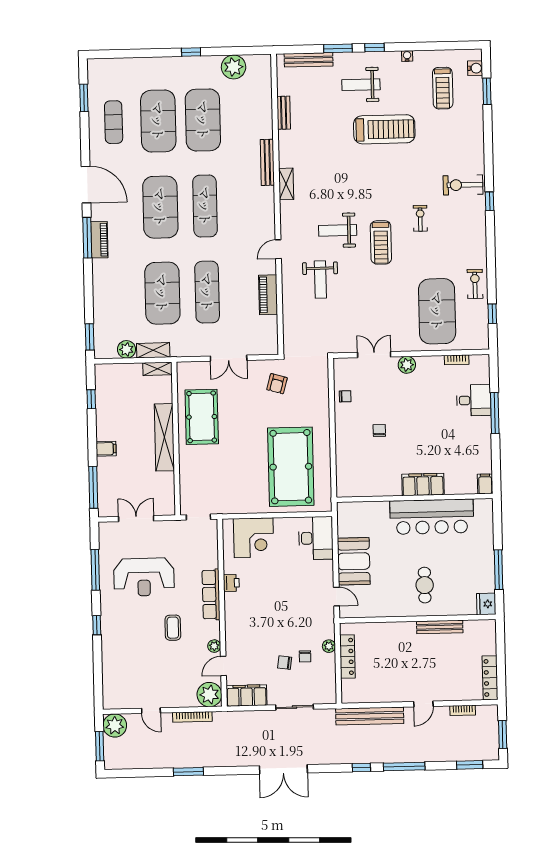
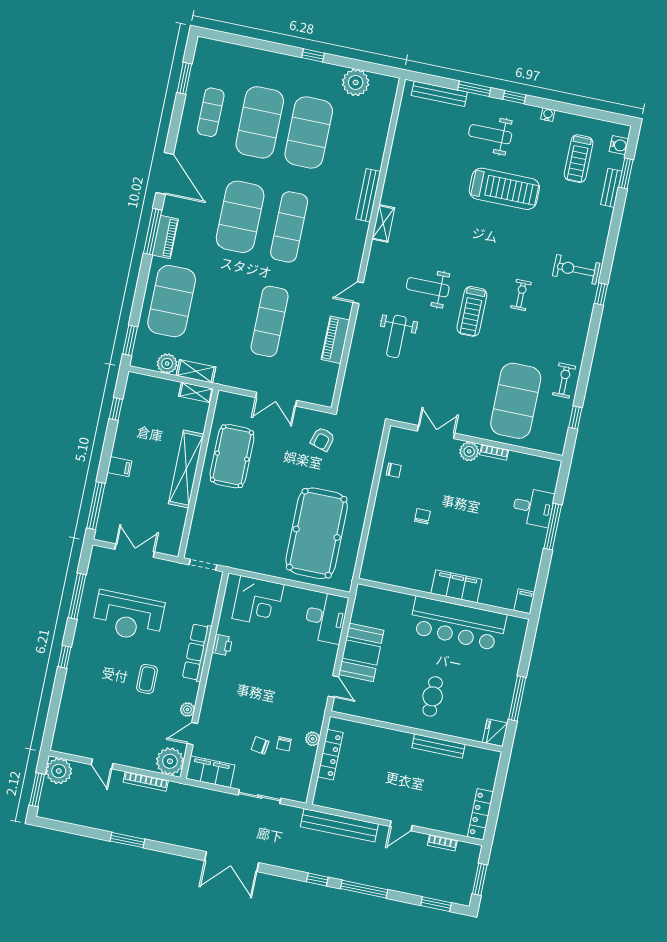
bench: (284, 113) -> (611, 188), moved
exercise mat: (162, 293) -> (172, 301), moved
bookcase: (457, 360) -> (494, 452), moved

